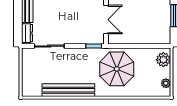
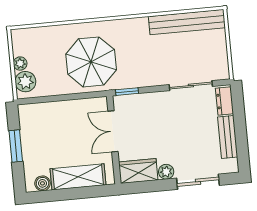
plant: (166, 83) -> (20, 64), moved
bench: (68, 90) -> (187, 22), moved

